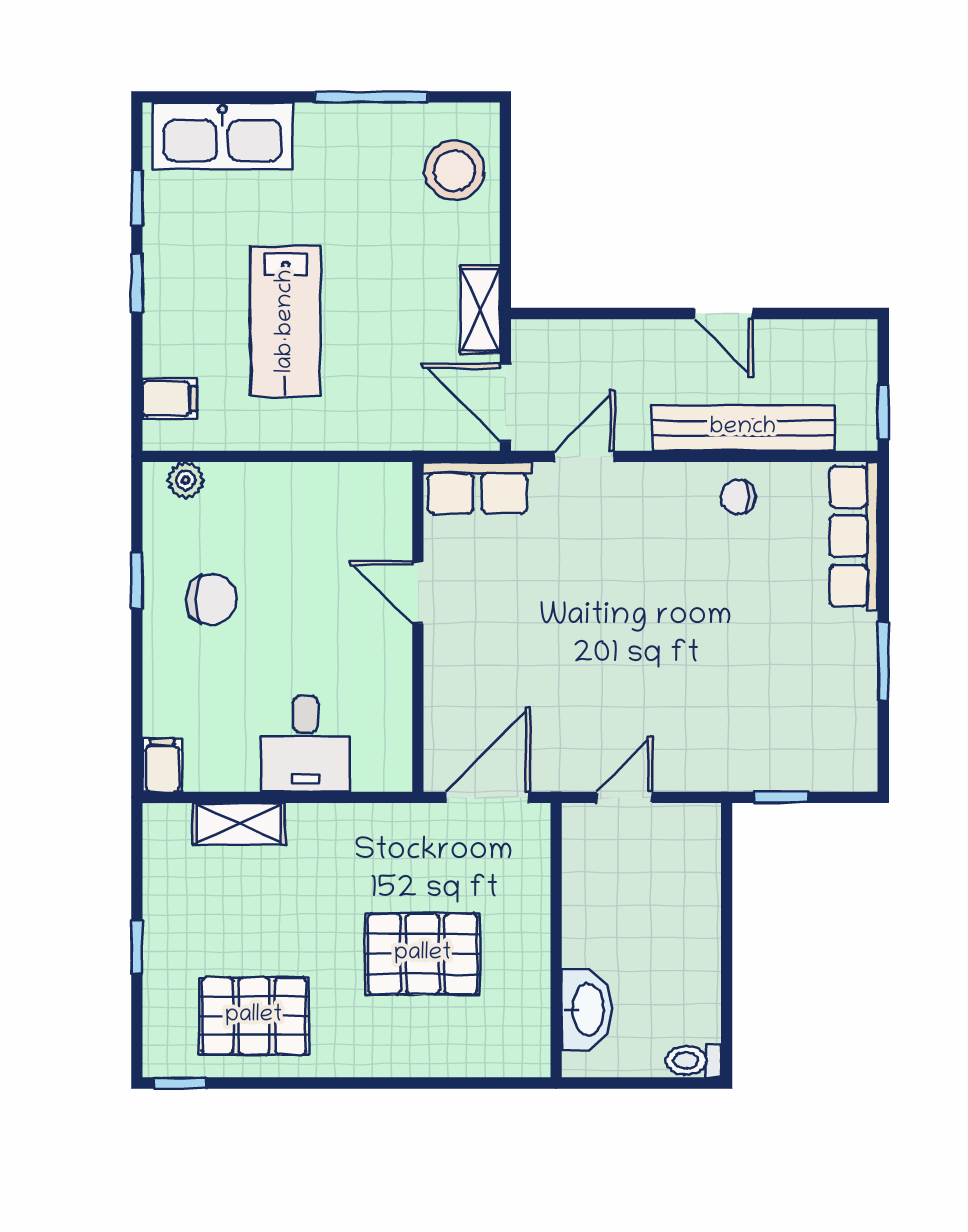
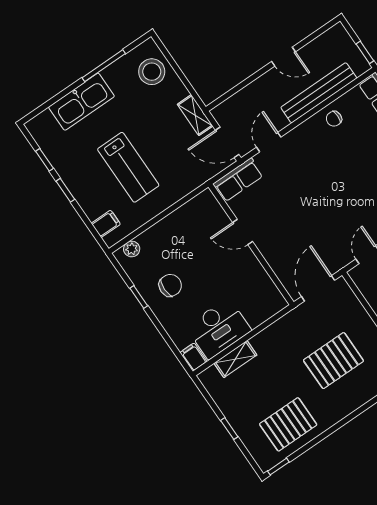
kitchen sink: (222, 136) -> (81, 102), moved
desk: (305, 744) -> (219, 328), moved, width x1.37

